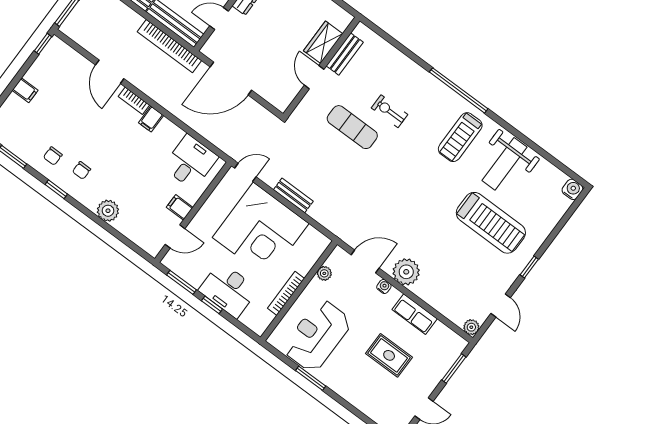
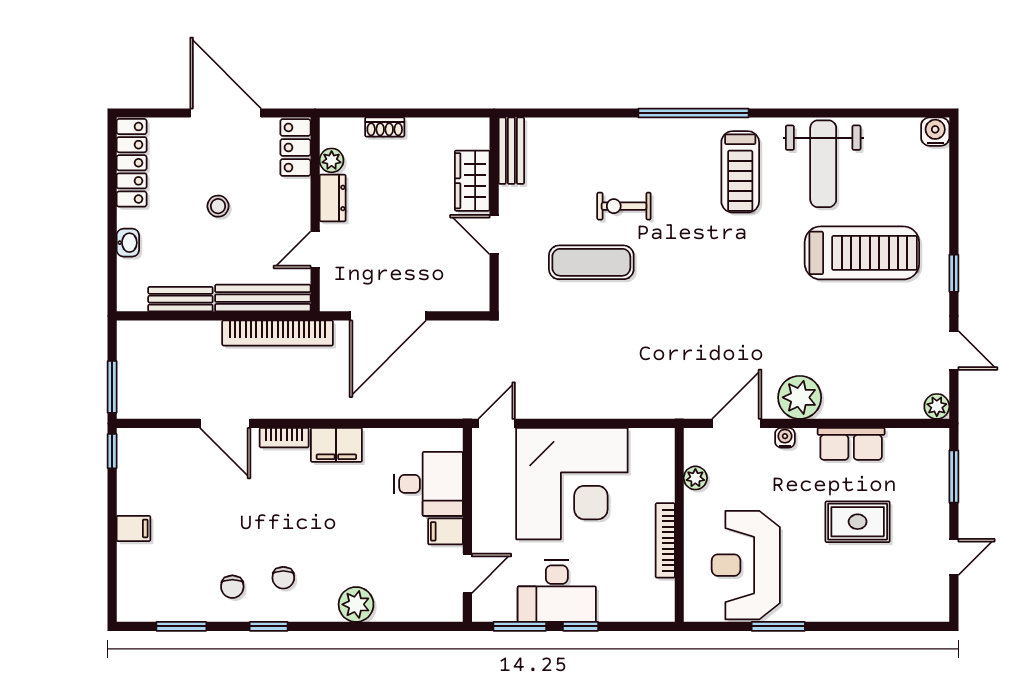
bench: (345, 54) -> (511, 151), moved
filing cabinet: (151, 119) -> (336, 445), width x2.00
desk: (190, 162) -> (428, 484), moved, turned 90
bench: (293, 195) -> (581, 407), removed
desk: (228, 290) -> (557, 591), moved

